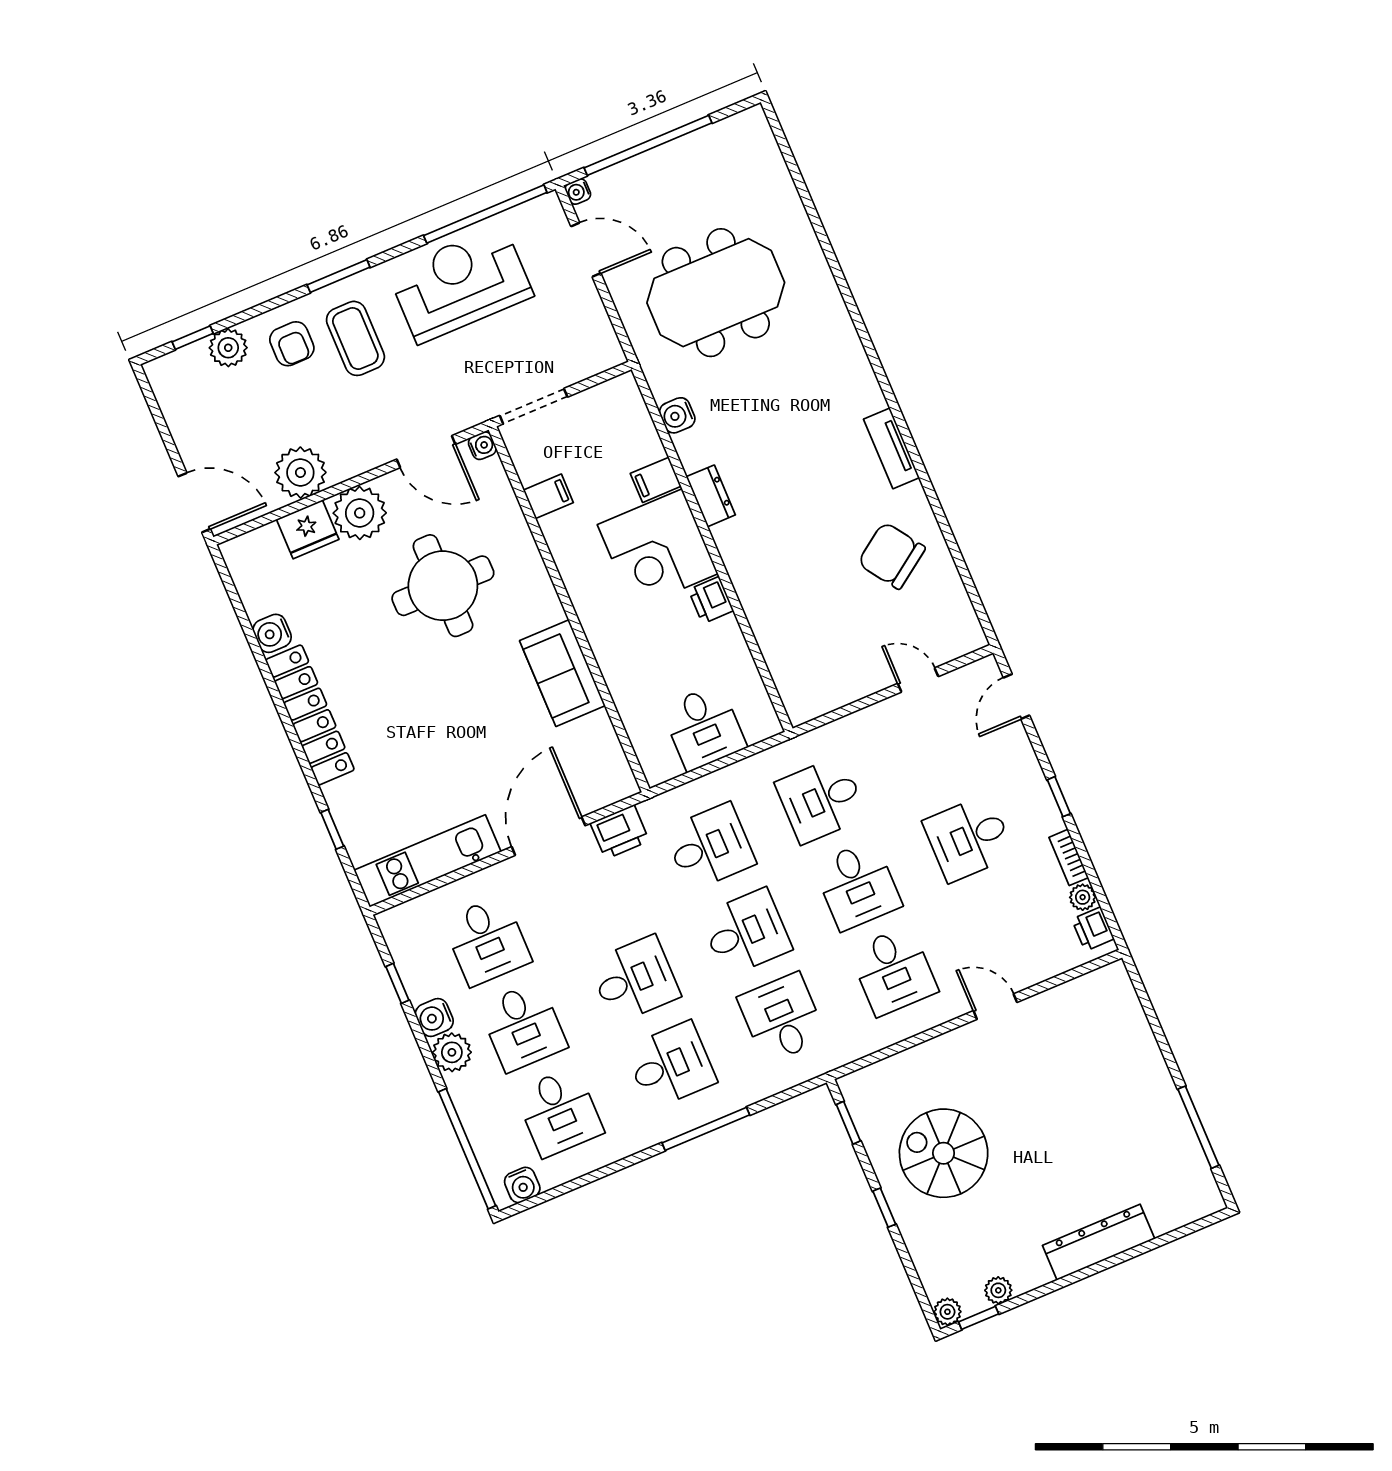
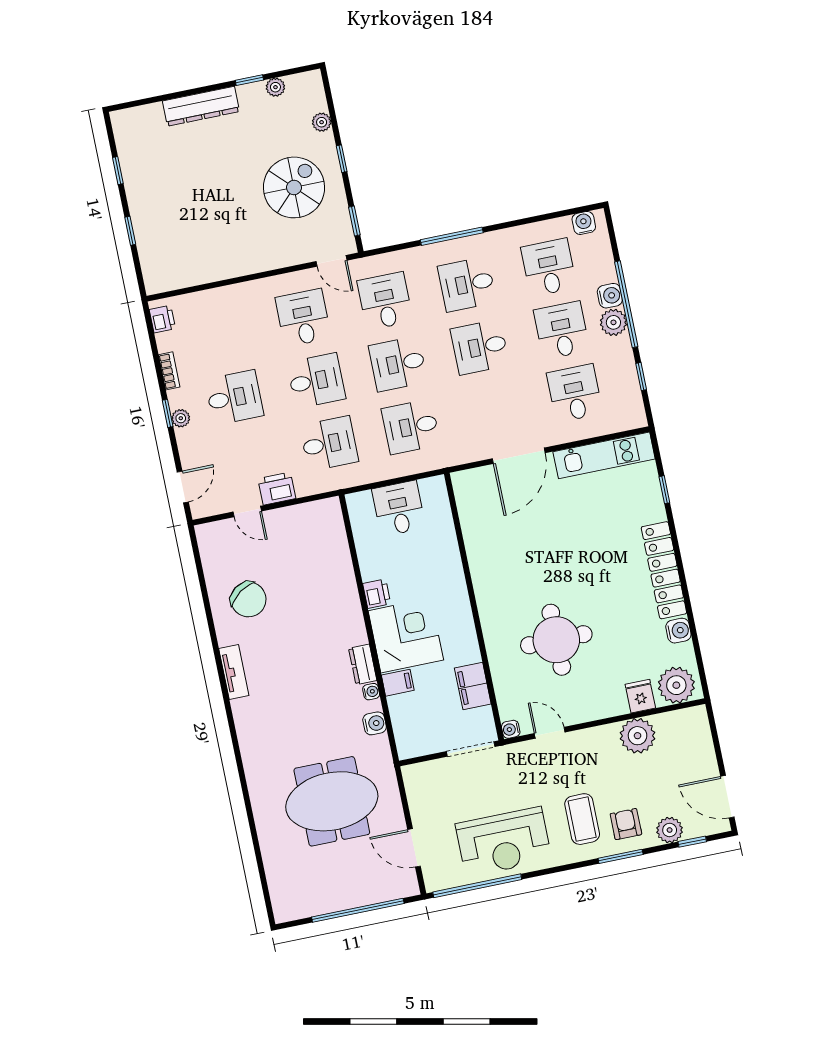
water cooler: (578, 192) -> (371, 692), moved
window: (339, 276) -> (621, 856), moved
door: (426, 452) -> (550, 733), width x0.73
filing cabinet: (548, 496) -> (473, 686), width x2.00
door: (194, 503) -> (727, 797), moved
plant: (360, 513) -> (676, 685), moved
fridge: (308, 529) -> (640, 696), width x0.72
sofa: (562, 673) -> (487, 564), removed
printer: (620, 832) -> (277, 489), moved
desk: (857, 885) -> (316, 381), turned 90
plant: (1083, 897) -> (181, 418), moved
door: (995, 1007) -> (331, 261), moved
water cooler: (434, 1018) -> (610, 296), moved
desk: (782, 1018) -> (385, 301), turned 180
window: (1164, 1045) -> (130, 231), added
window: (1198, 1127) -> (118, 171), width x0.46
window: (467, 1149) -> (626, 304), moved
spiral stairs: (944, 1153) -> (294, 187), turned -90
plant: (947, 1312) -> (322, 122), moved
window: (979, 1318) -> (249, 80), moved

